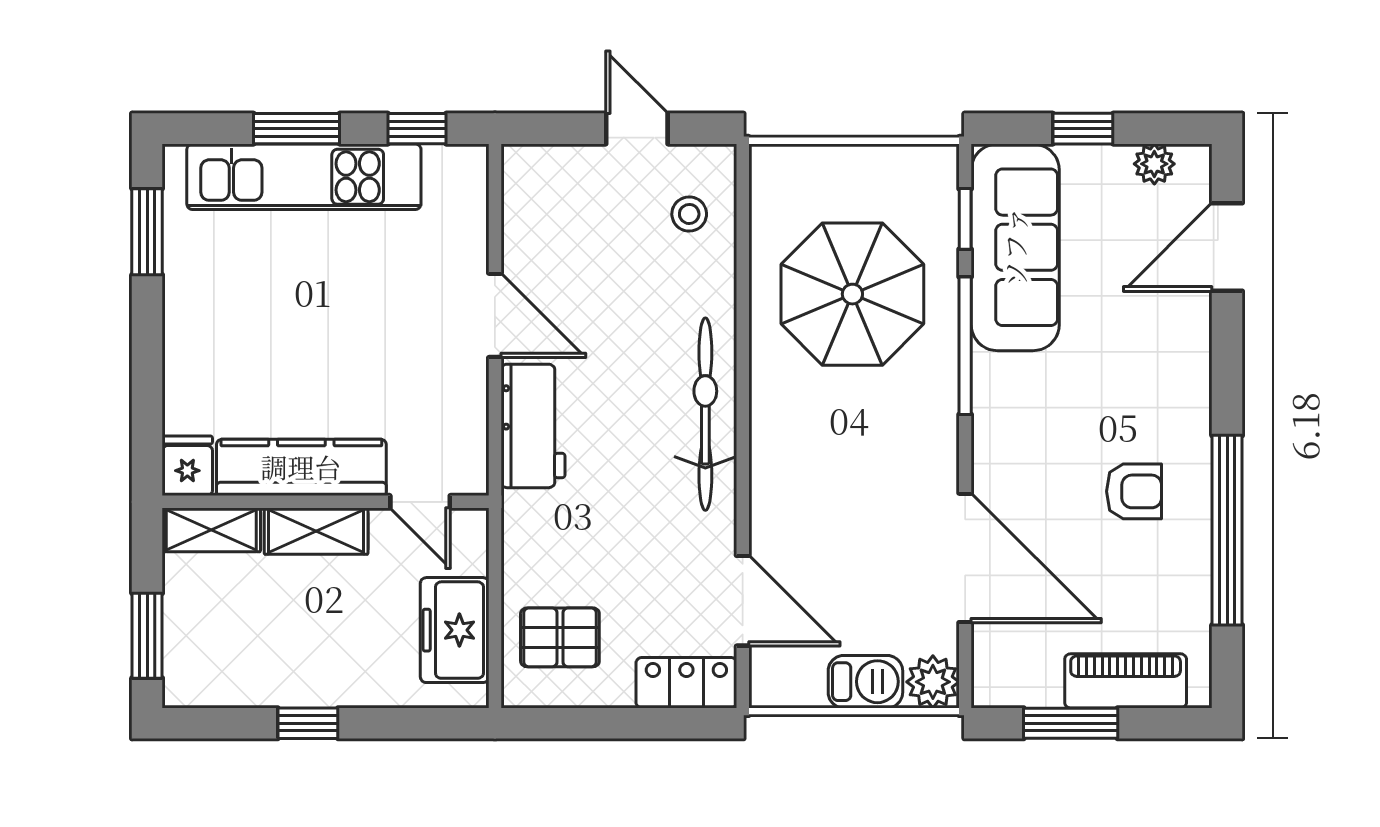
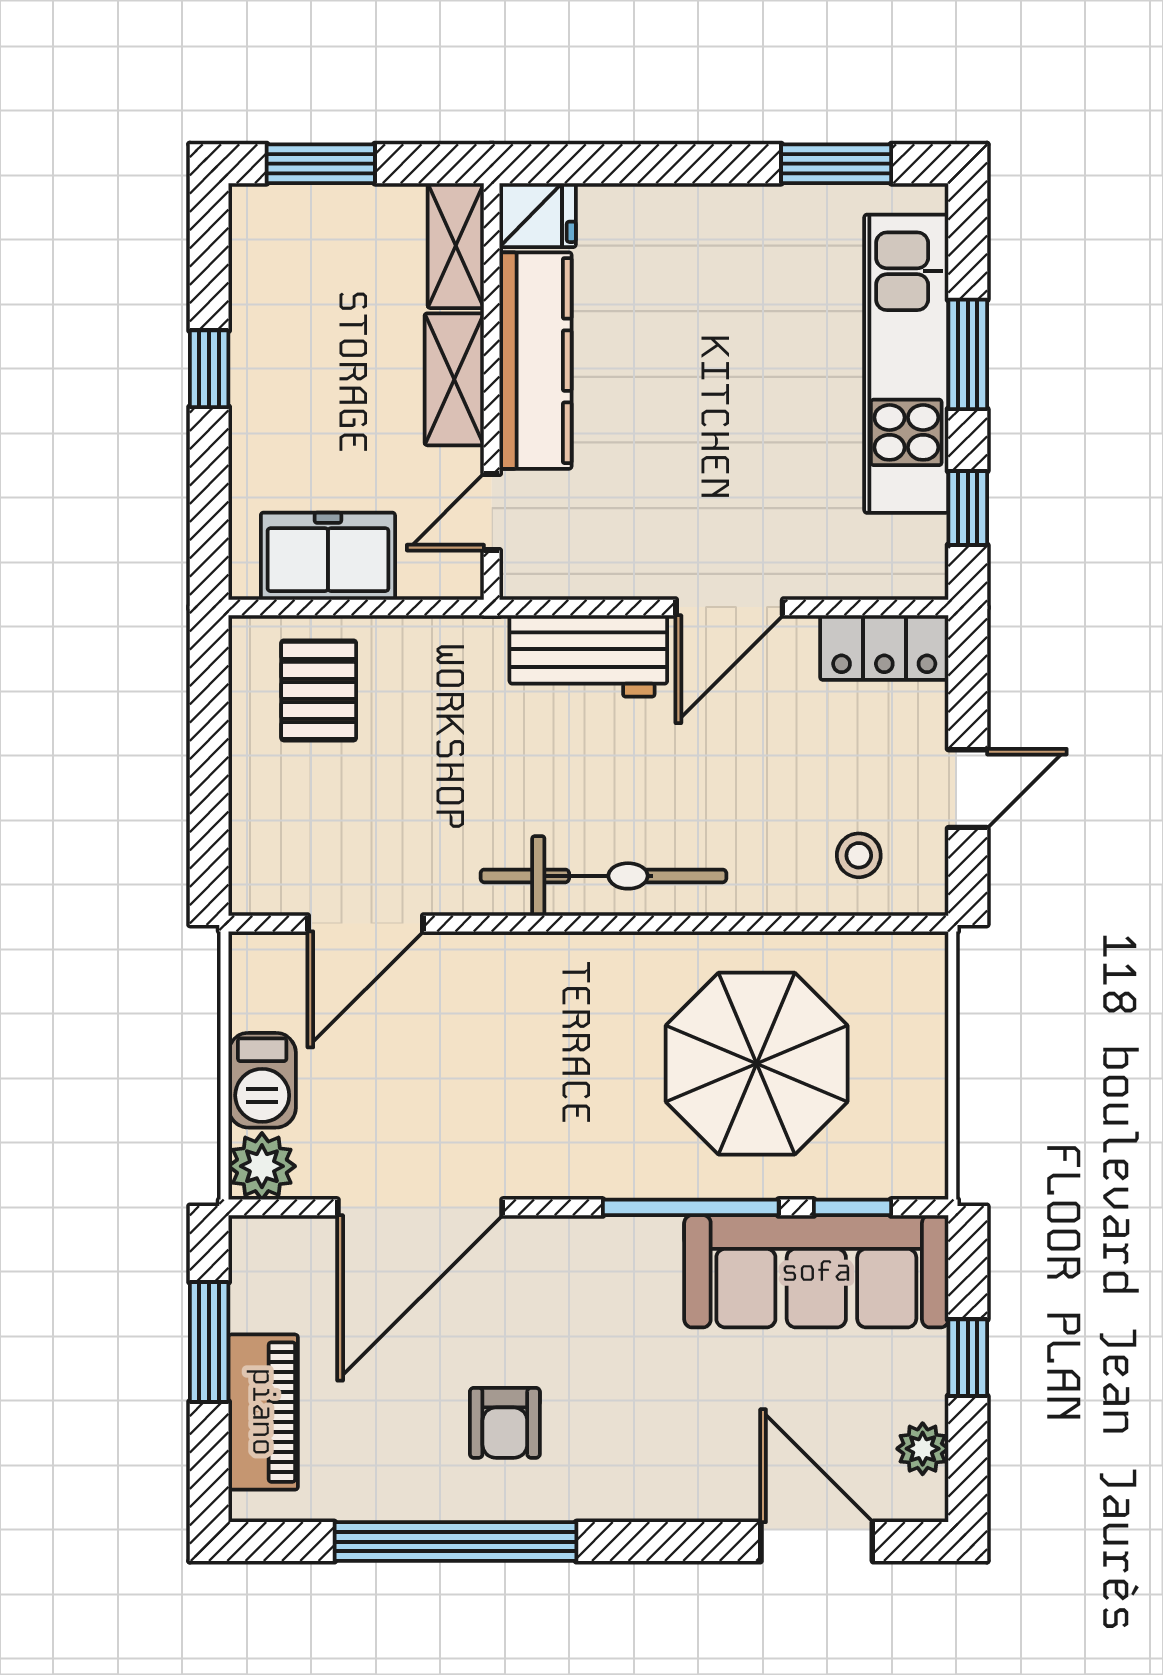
locker: (686, 683) -> (884, 648), moved, turned 90

